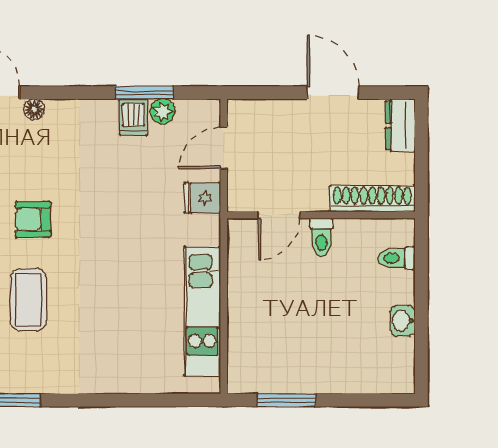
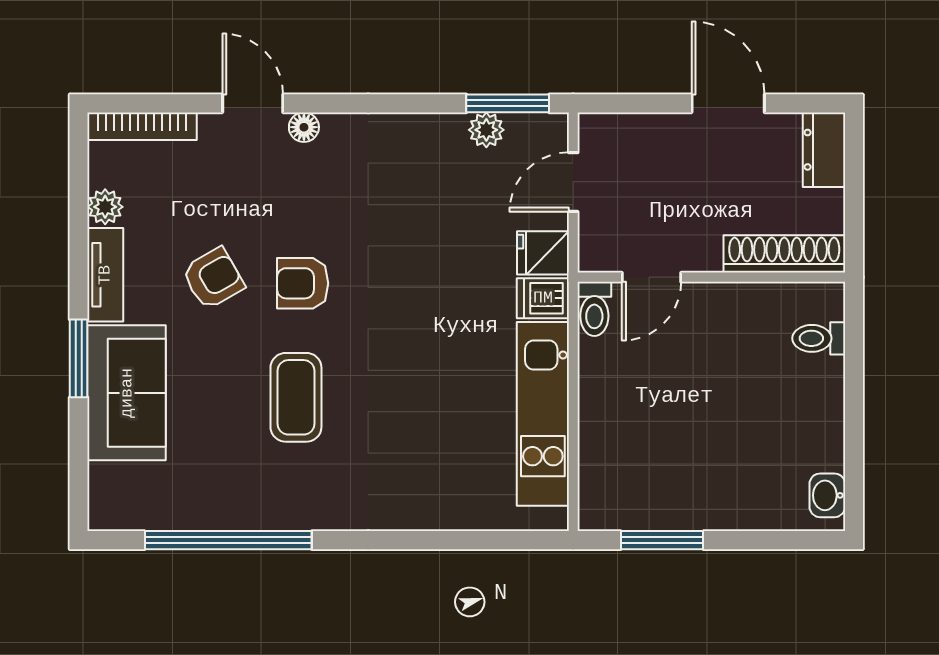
window: (144, 93) -> (508, 103), moved
dishwasher: (133, 117) -> (543, 298), moved, turned 90
toilet: (321, 237) -> (594, 309), moved
washbasin: (403, 321) -> (827, 495), moved

